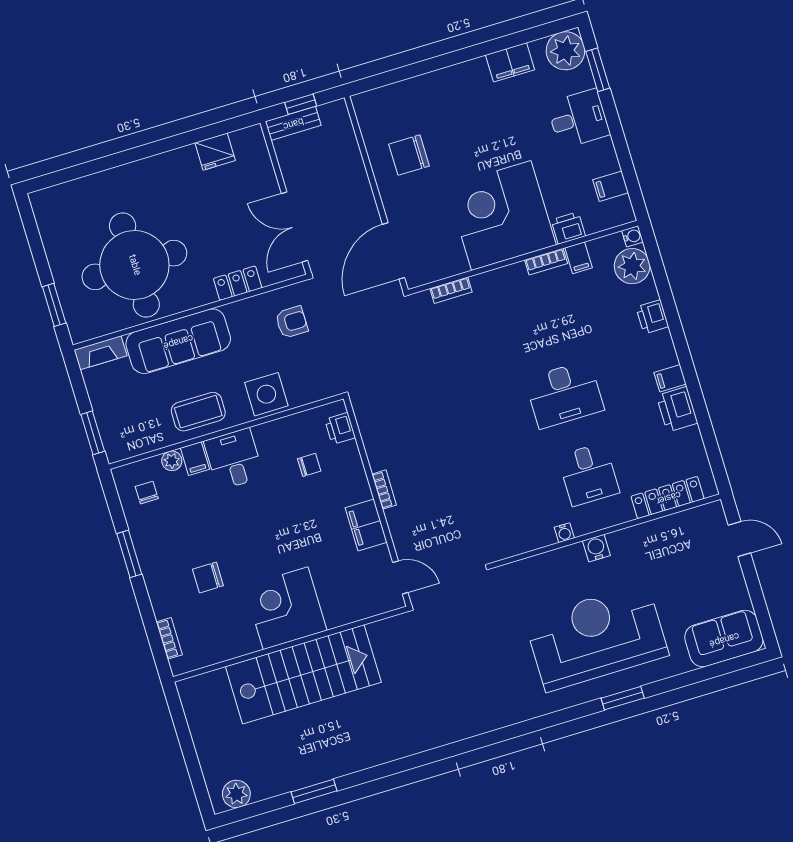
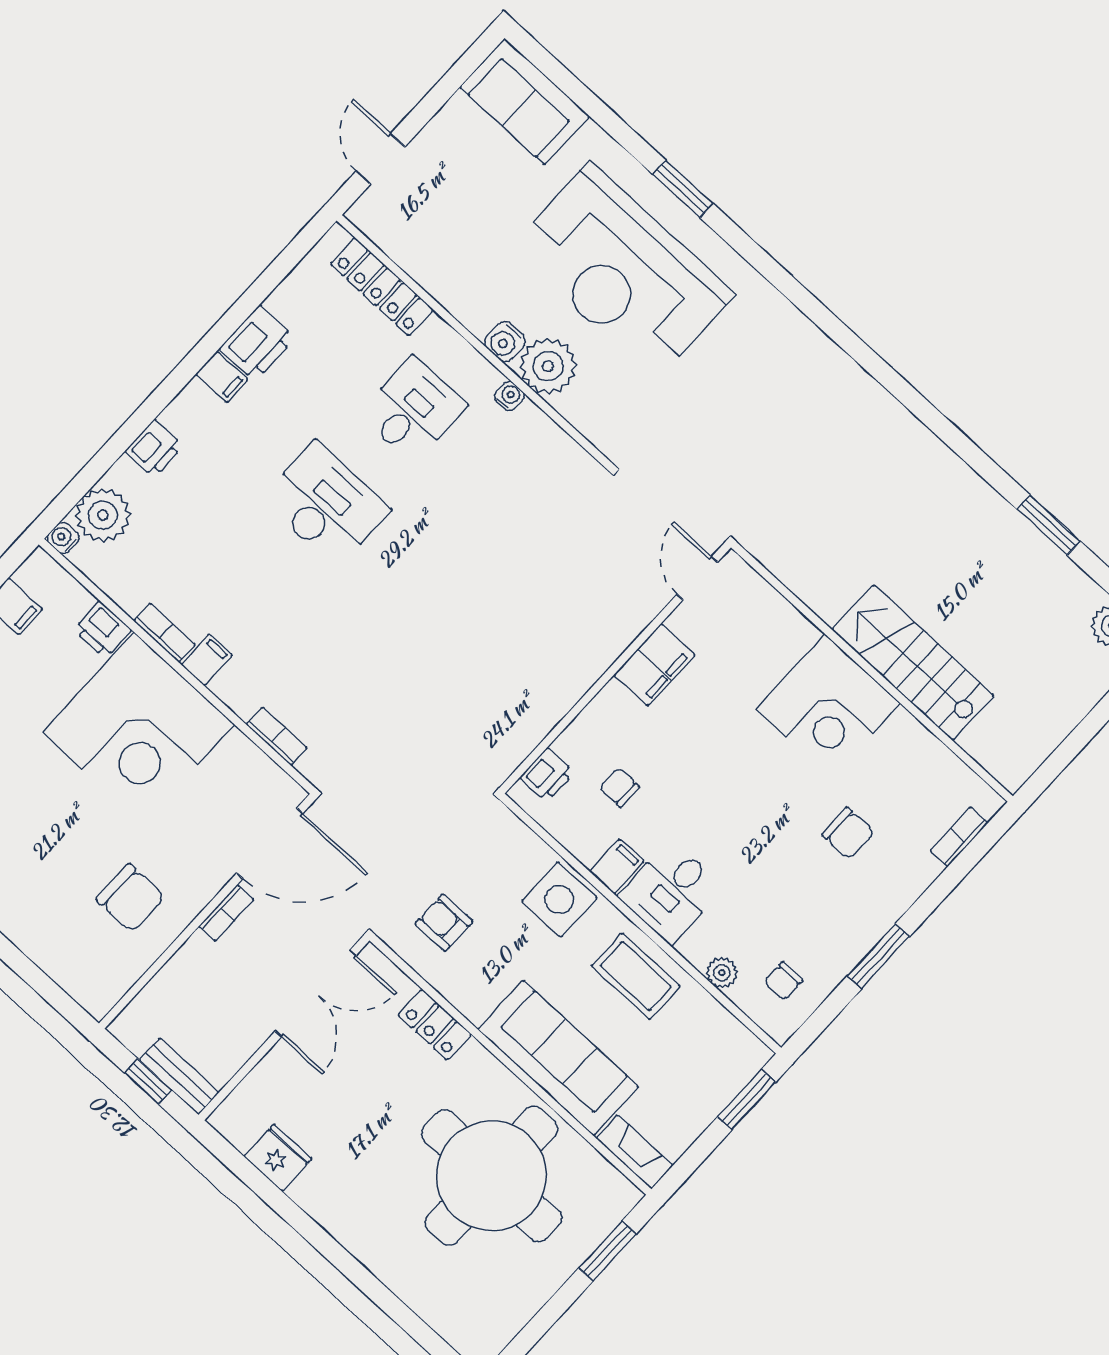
filing cabinet: (579, 258) -> (207, 660), moved
filing cabinet: (195, 459) -> (617, 866), moved
bookcase: (384, 490) -> (226, 913), moved, turned 180
plant: (568, 564) -> (548, 366), added
stairs: (303, 674) -> (913, 663), width x0.73, depth x0.66

